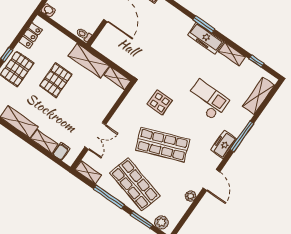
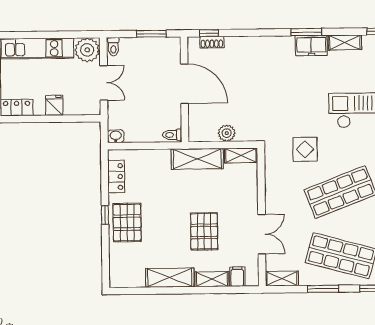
window: (204, 24) -> (306, 32), moved
freezer: (206, 38) -> (311, 46), width x0.71
plant: (118, 58) -> (227, 133), added
pallet: (56, 80) -> (204, 231), moved
window: (109, 197) -> (323, 289), width x0.69

